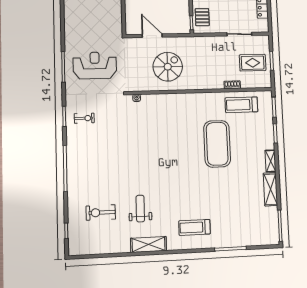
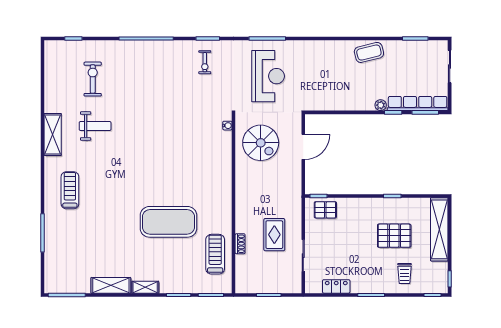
rug: (253, 63) -> (274, 235), moved
spiral stairs: (168, 67) -> (261, 143), moved

